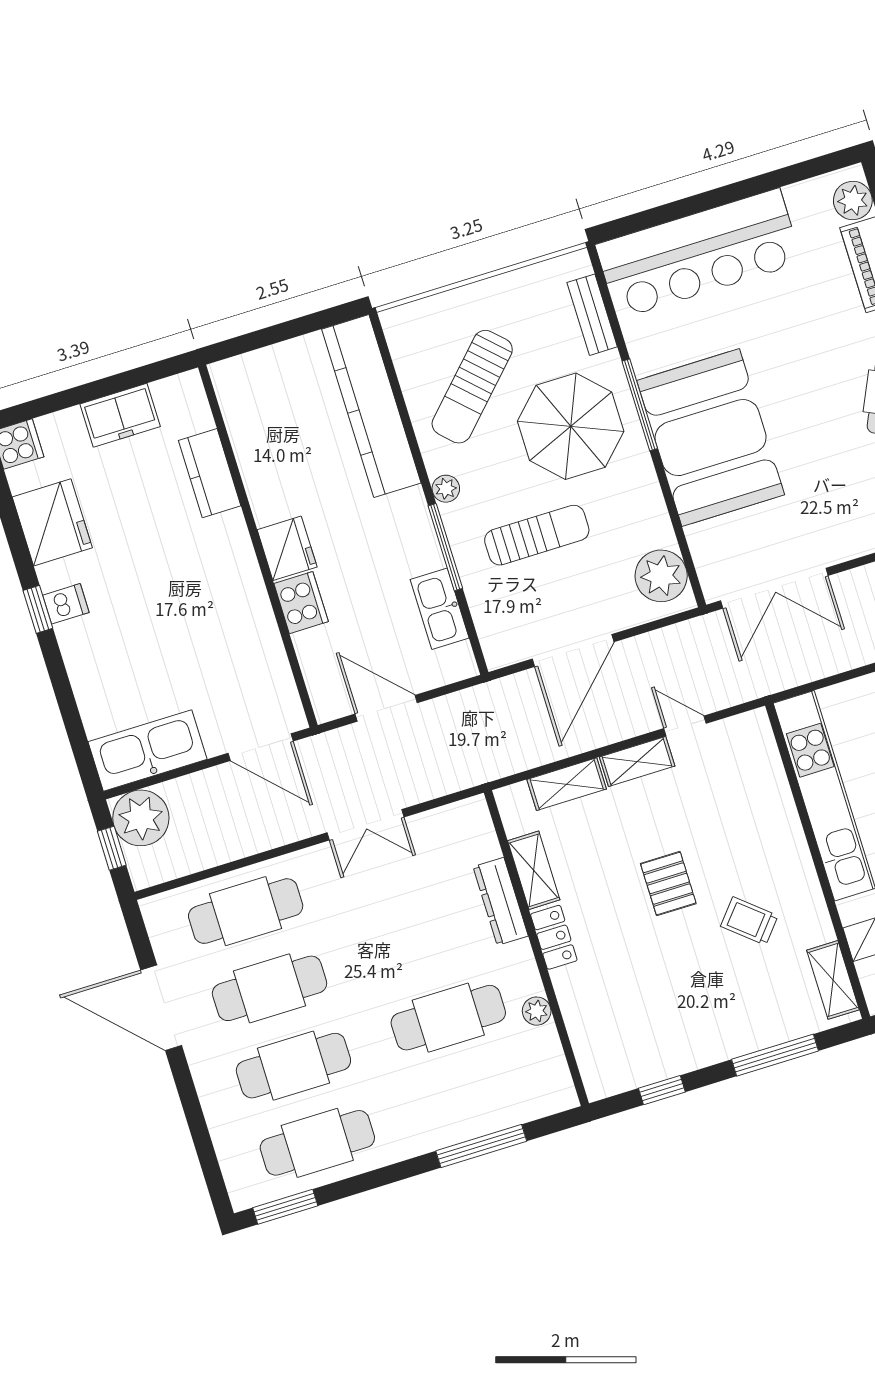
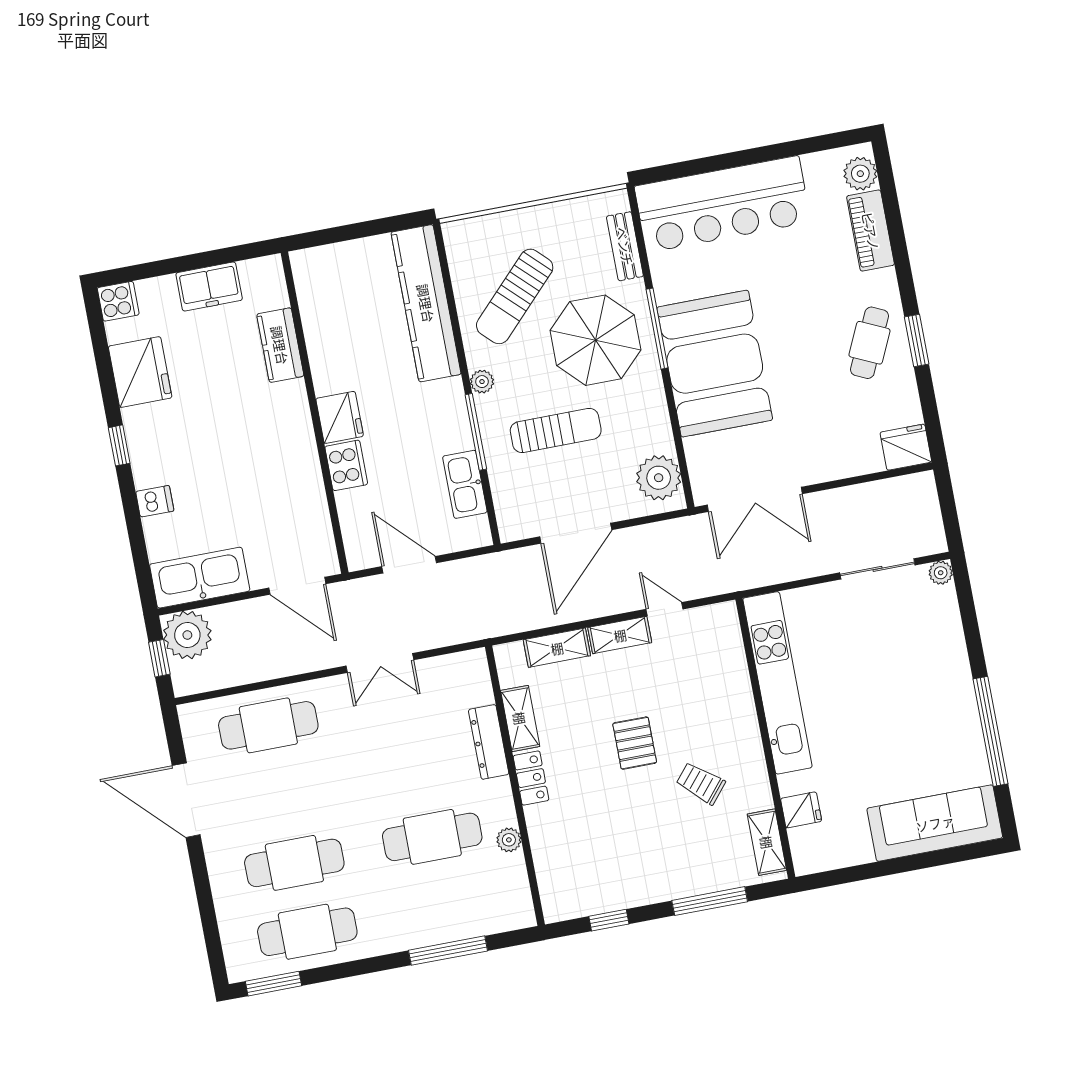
dishwasher: (66, 604) -> (155, 501), moved
cafe table: (270, 988) -> (281, 794), removed

